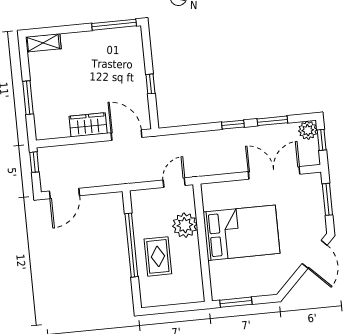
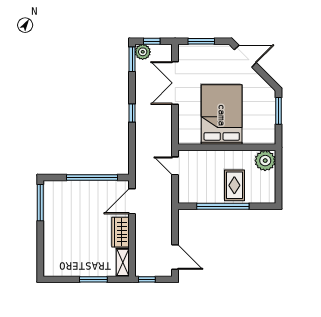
shelving: (43, 43) -> (123, 262), moved
window: (150, 84) -> (92, 177), width x3.17
window: (272, 121) -> (132, 59), moved
plant: (185, 225) -> (265, 161), moved
rug: (158, 256) -> (234, 185), turned 90
window: (236, 302) -> (278, 111), moved

